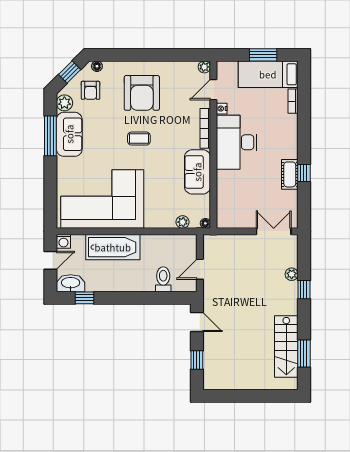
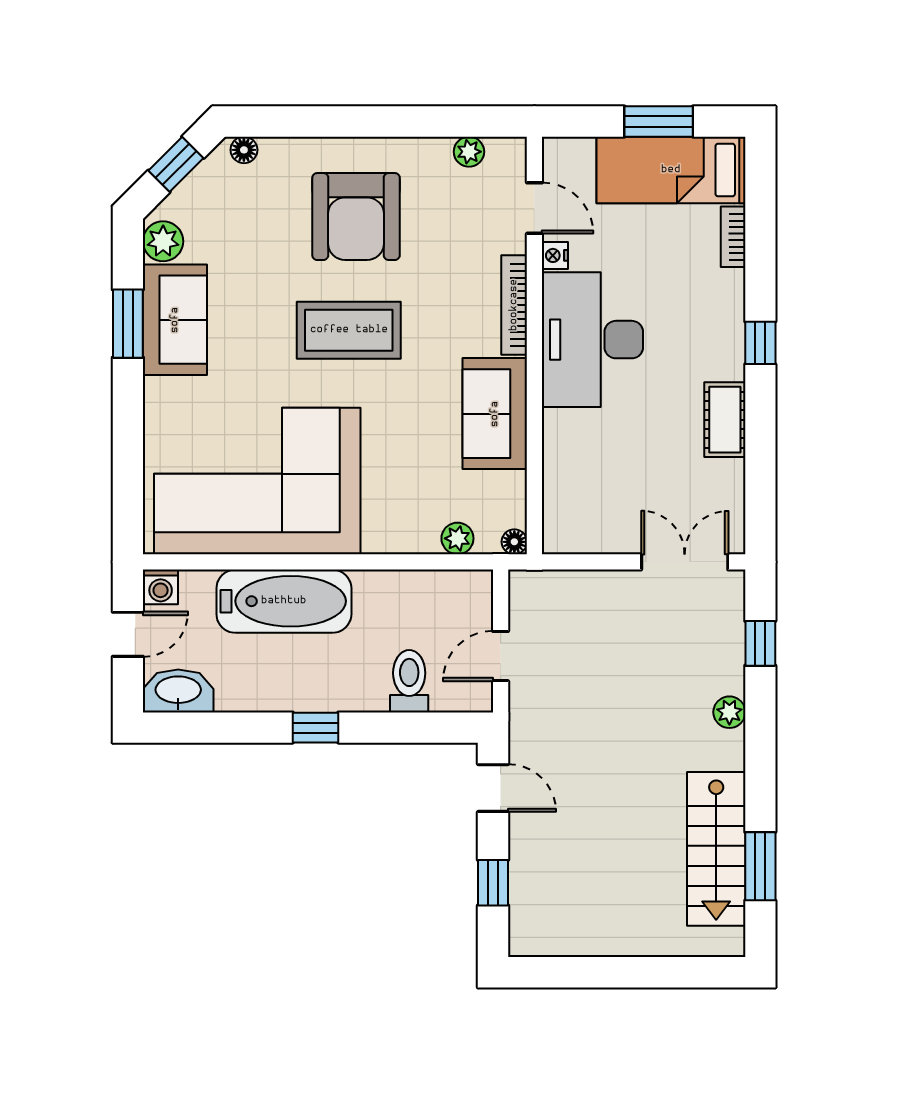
plant: (204, 67) -> (469, 152), moved
armchair: (90, 90) -> (228, 210), removed
door: (213, 90) -> (534, 208), swing flipped
window: (50, 136) -> (128, 324), width x0.69
coffee table: (139, 139) -> (349, 330), width x1.86, depth x1.72
window: (304, 173) -> (760, 343), moved
plant: (292, 274) -> (729, 712), moved
window: (304, 290) -> (760, 643), moved
window: (85, 298) -> (316, 728), moved

